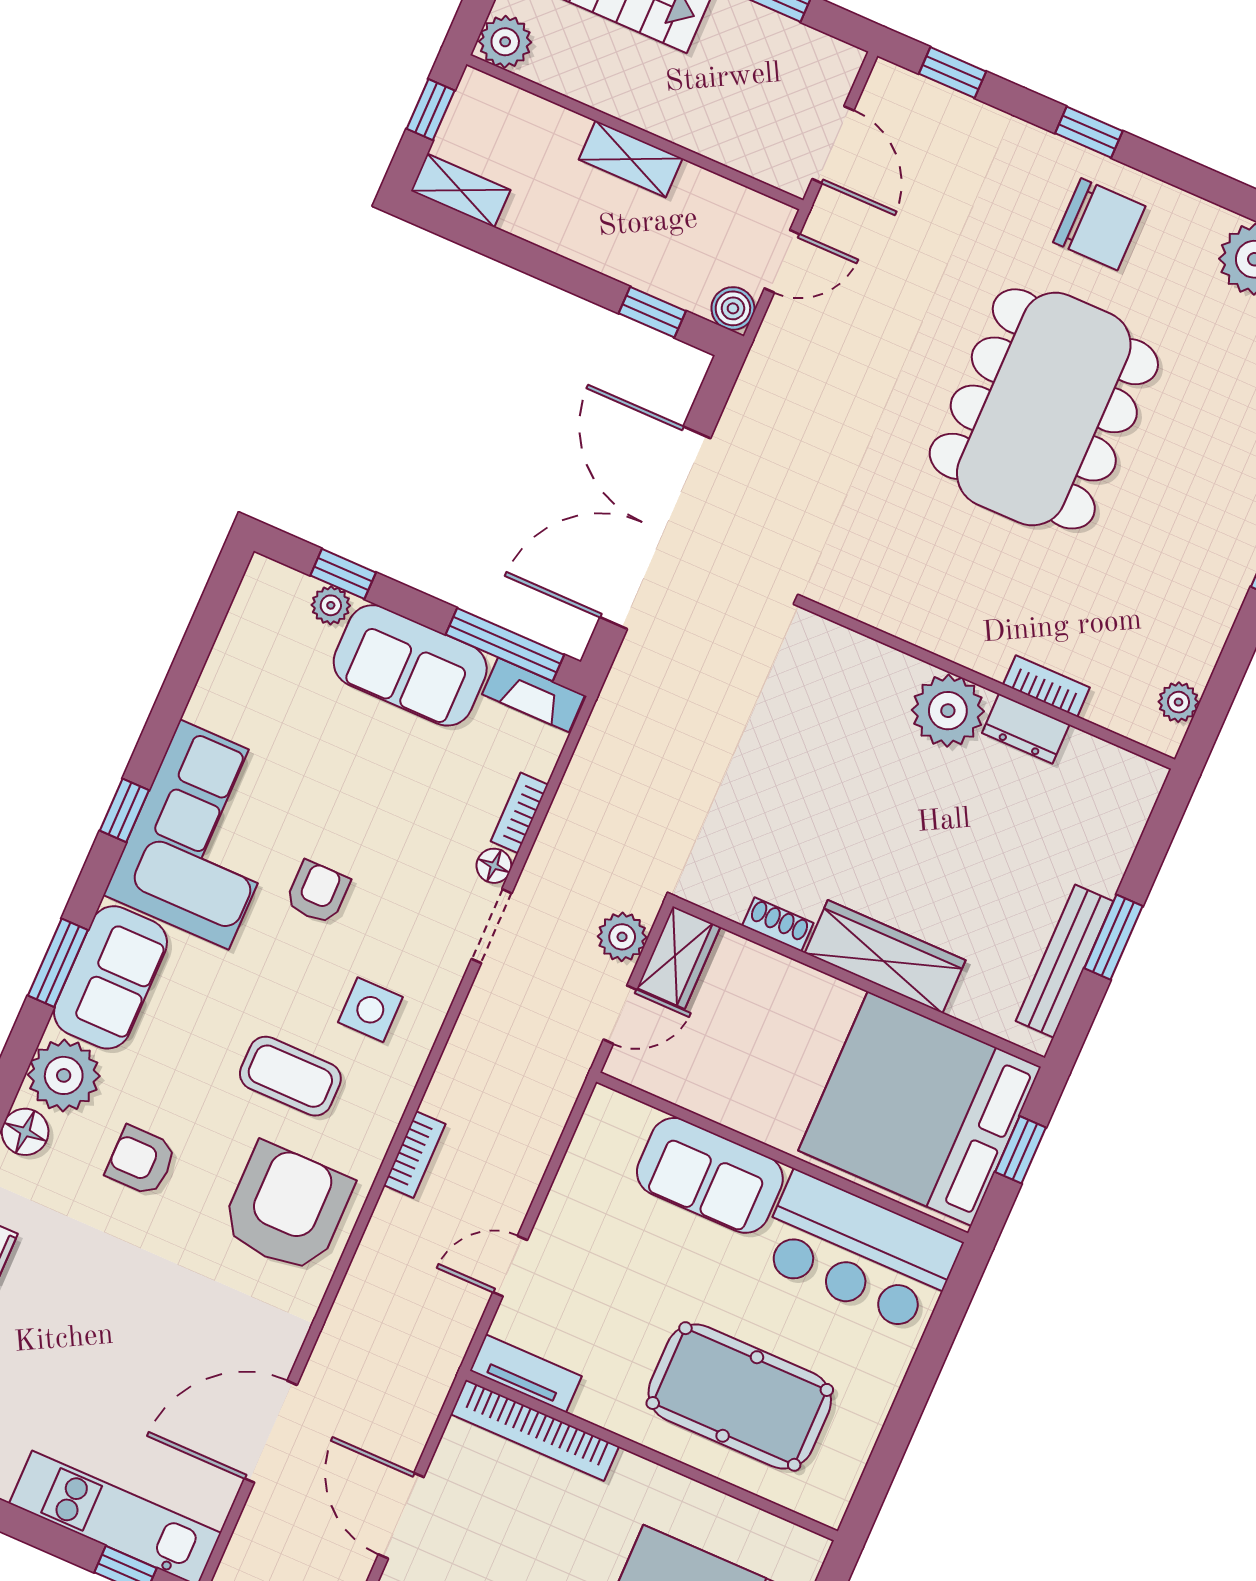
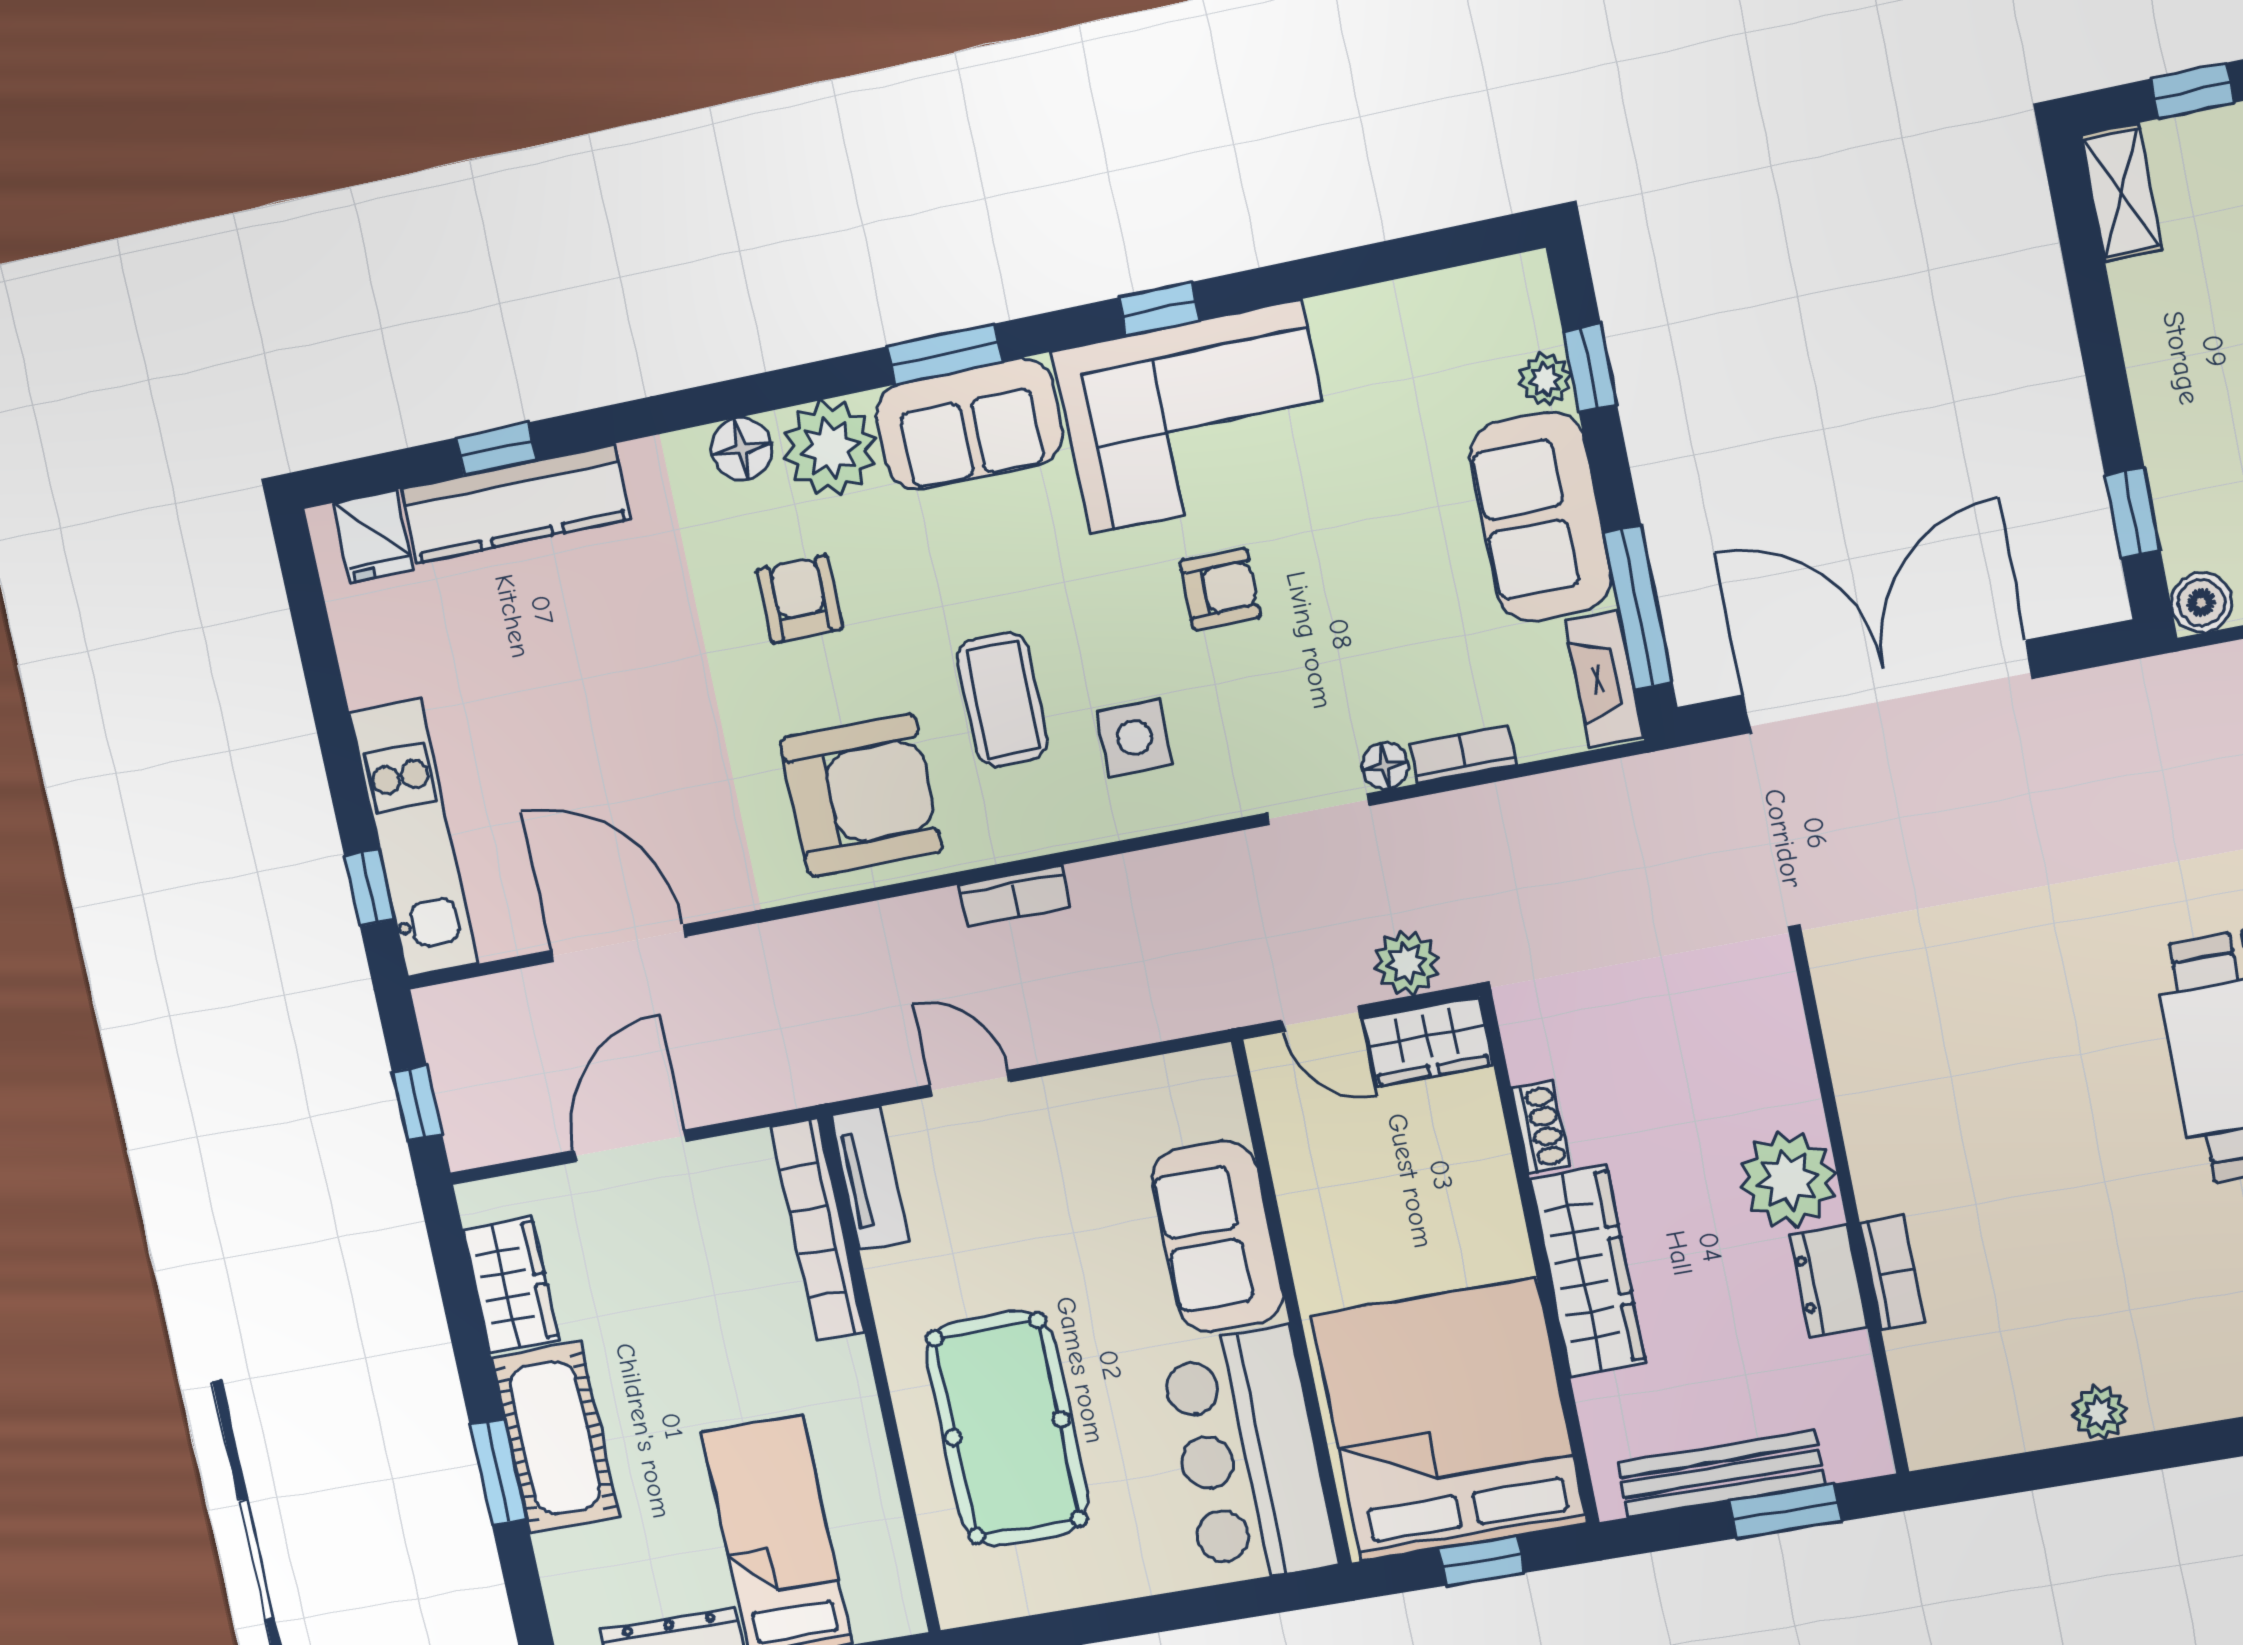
wall: (989, 684) -> (1850, 1206), moved
bookcase: (1046, 686) -> (1892, 1272), moved
plant: (948, 711) -> (1788, 1180), moved
dresser: (1026, 729) -> (1828, 1281), moved

